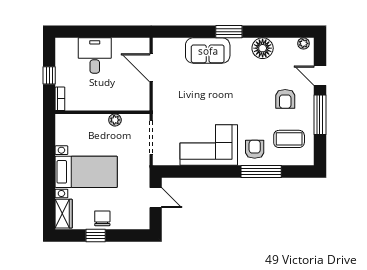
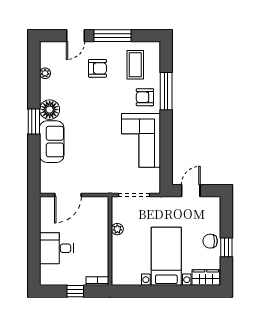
plant: (303, 43) -> (45, 73), moved
floor lamp: (263, 48) -> (50, 110), moved

